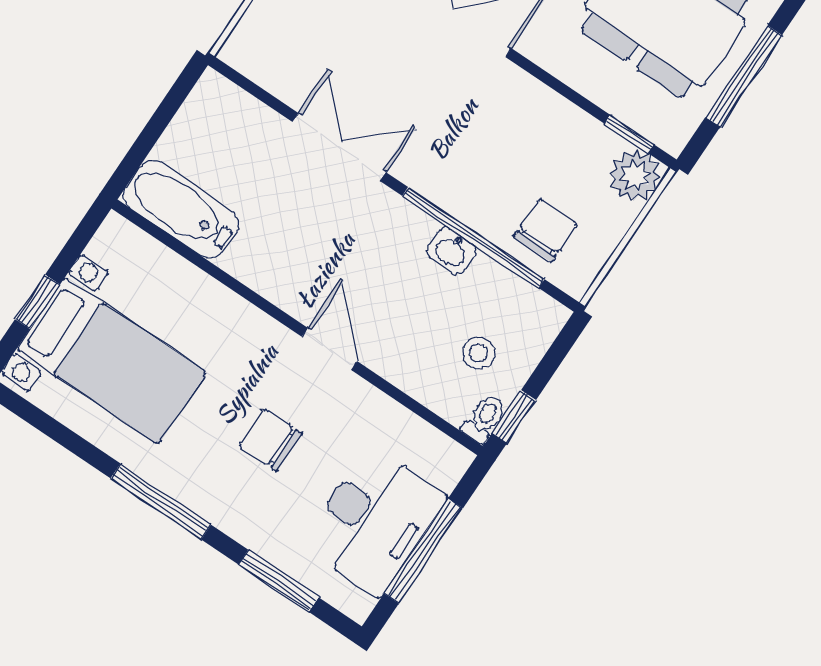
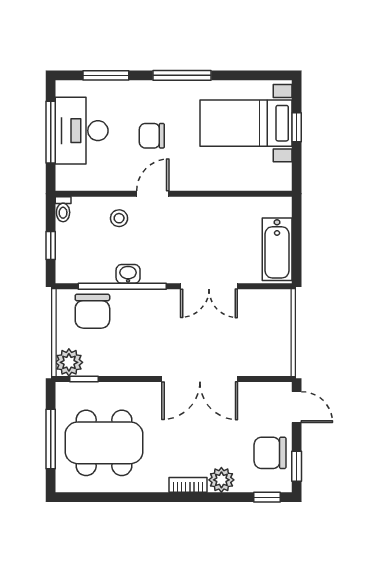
bathtub: (181, 209) -> (277, 249), moved, turned 90
chair: (545, 230) -> (92, 311), width x1.37, depth x1.37
door: (329, 349) -> (153, 194), swing flipped
stool: (479, 353) -> (119, 218), moved
window: (514, 416) -> (51, 245), moved
chair: (270, 440) -> (152, 136), turned 180

